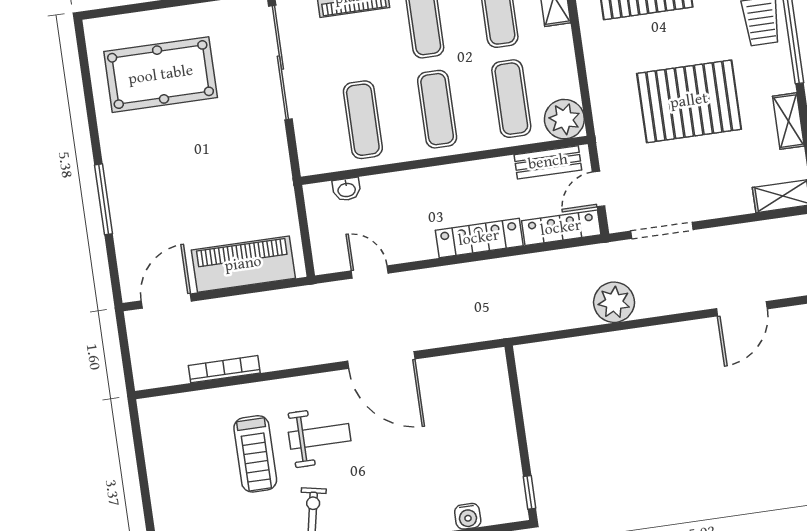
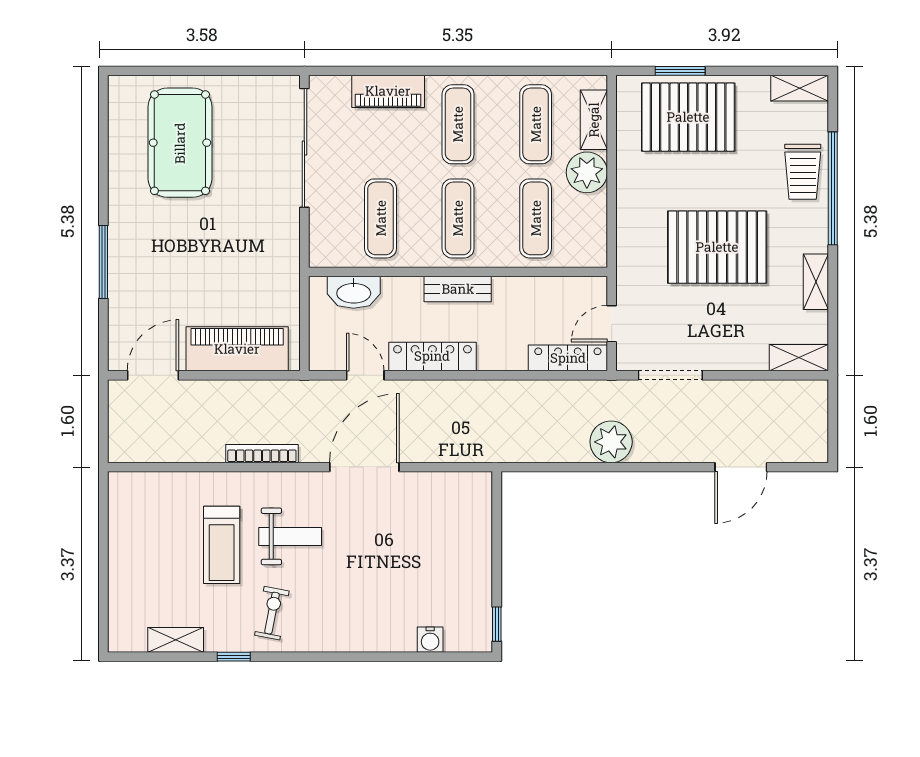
pool table: (161, 75) -> (180, 143), turned 90
plant: (564, 119) -> (587, 172), moved
bench: (548, 162) -> (458, 289), moved
washbasin: (347, 189) -> (354, 292), width x1.91, depth x1.45
locker: (479, 238) -> (432, 356), moved
door: (381, 360) -> (364, 467), swing flipped
bookcase: (224, 369) -> (262, 454), moved

